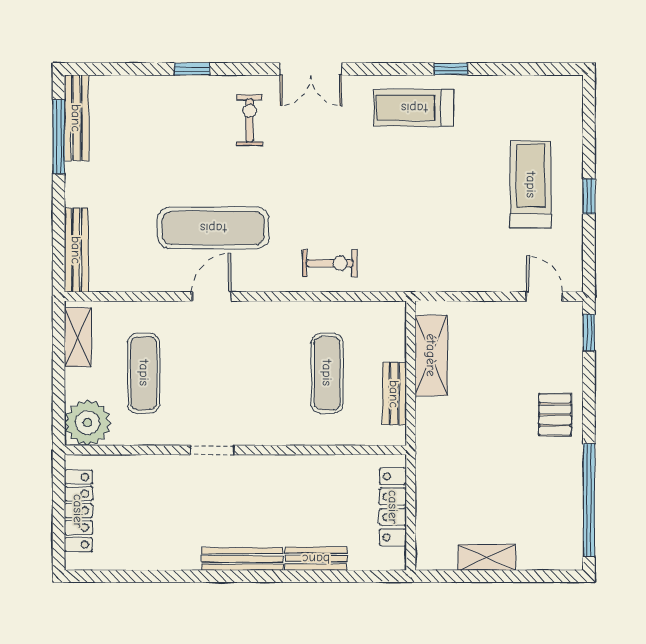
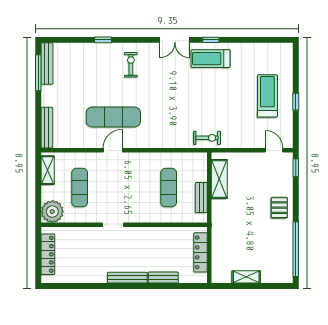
double door: (311, 69) -> (175, 40), moved
window: (451, 69) -> (211, 40), moved
exercise bike: (330, 263) -> (207, 138), moved

